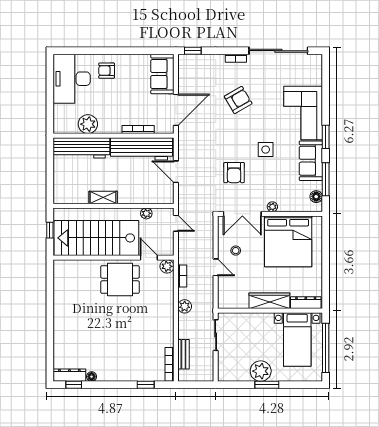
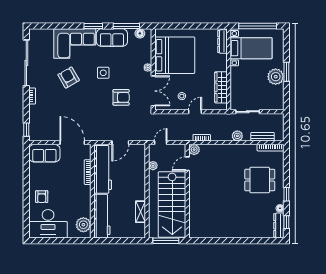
armchair: (238, 100) -> (69, 77), moved
plant: (88, 124) -> (83, 225), moved
shelving: (103, 198) -> (141, 212), moved
window: (50, 230) -> (166, 241), width x2.17
dining table: (120, 280) -> (260, 180), moved, turned 90
wardrobe: (269, 301) -> (221, 87), moved
plant: (185, 306) -> (237, 136), moved
window: (146, 385) -> (286, 194), moved

